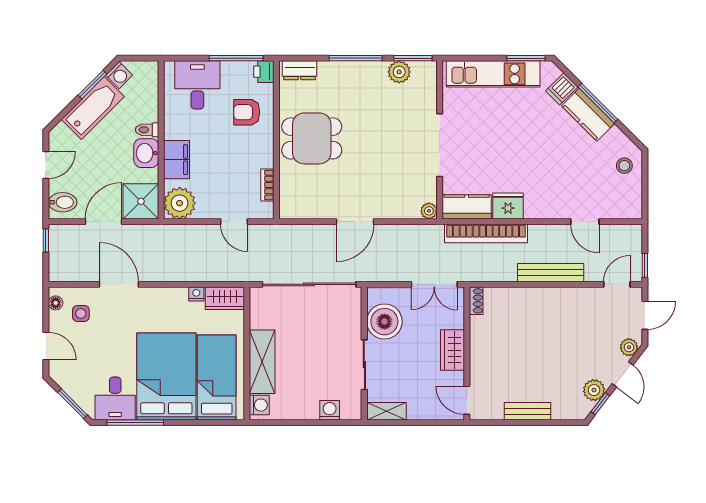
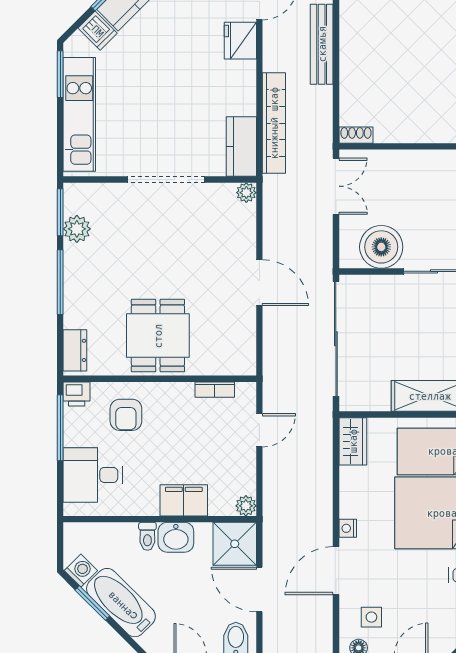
plant: (180, 203) -> (246, 506), width x0.53, depth x0.53
fridge: (508, 206) -> (240, 41), moved
nightstand: (196, 294) -> (348, 528), moved
wardrobe: (453, 350) -> (416, 164), removed

